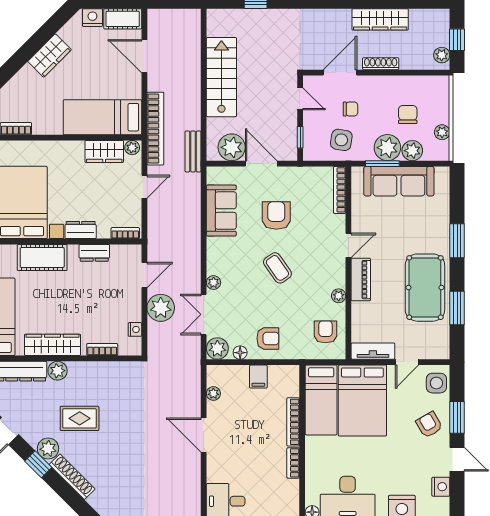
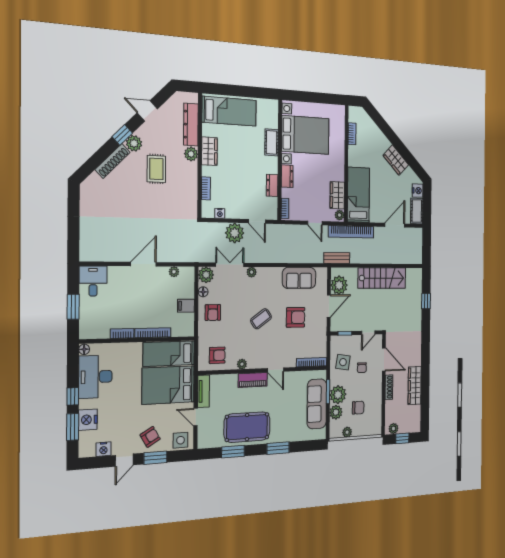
cot: (42, 258) -> (272, 142), width x0.73, depth x0.75
wardrobe: (52, 345) -> (209, 151), width x0.67

